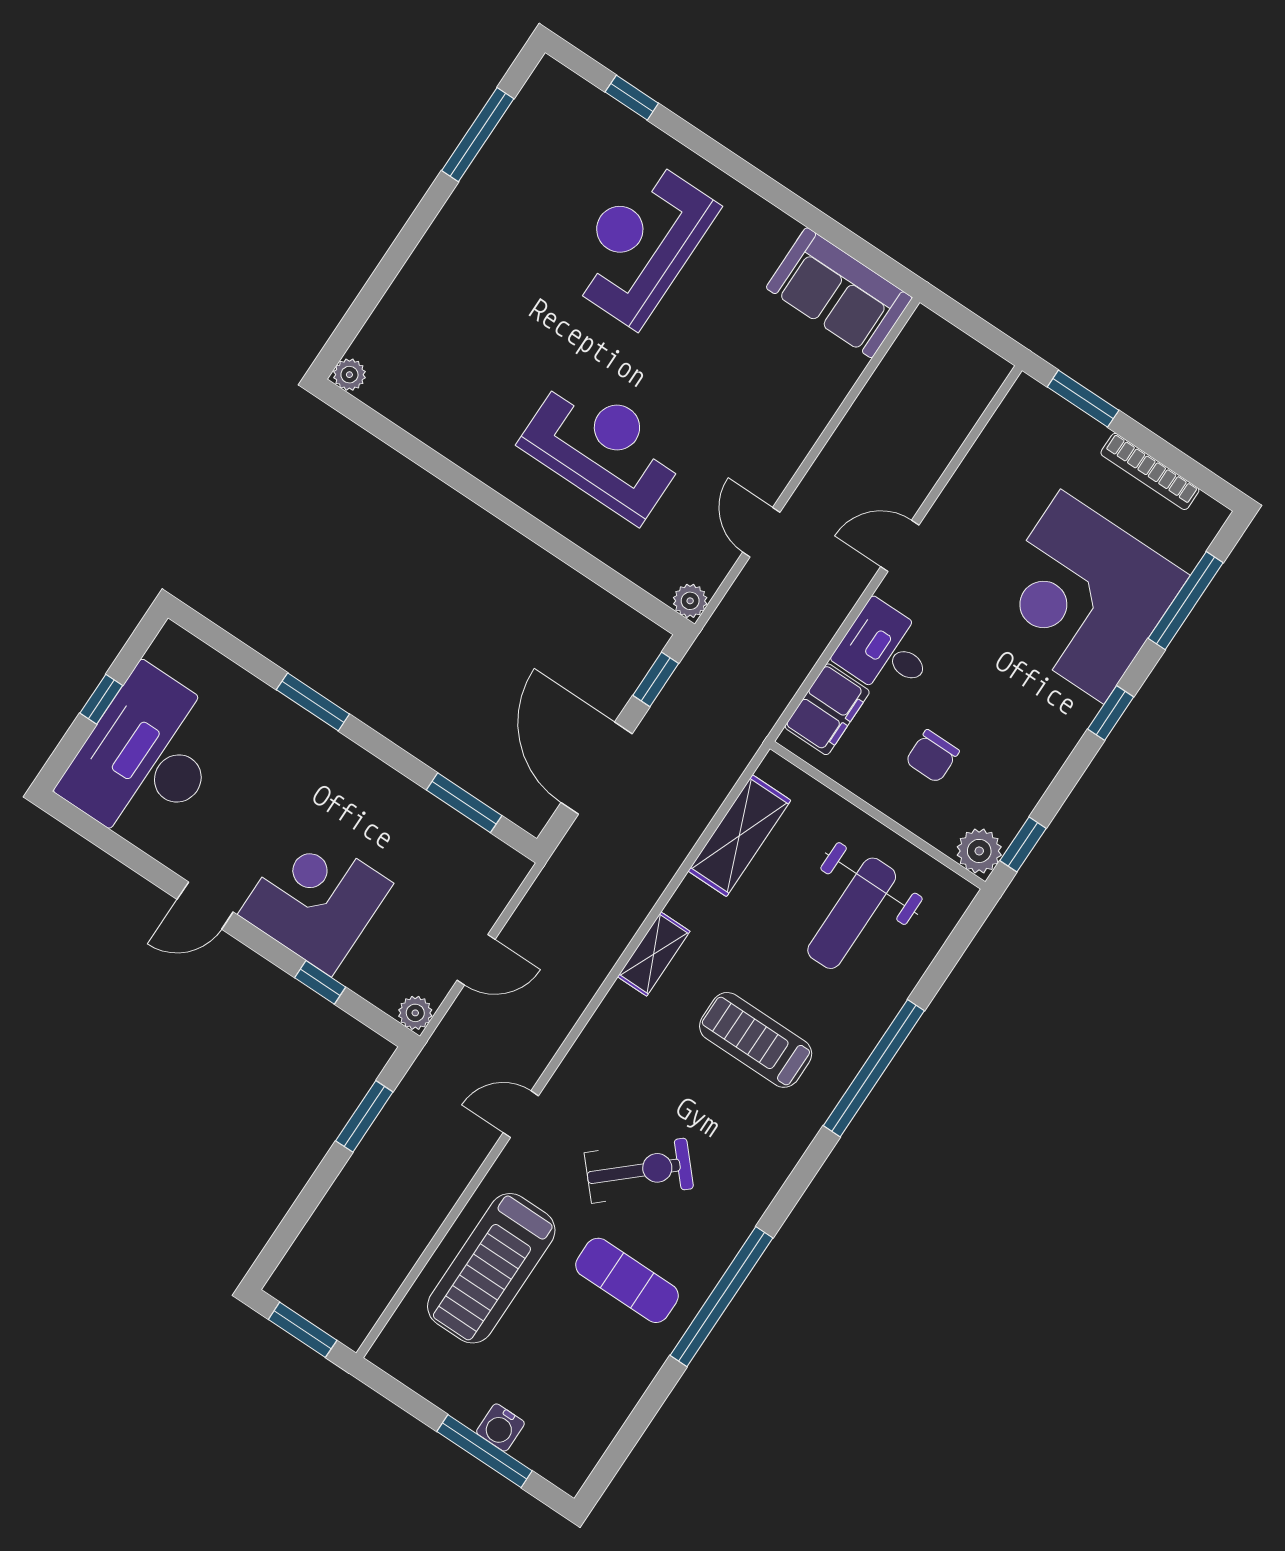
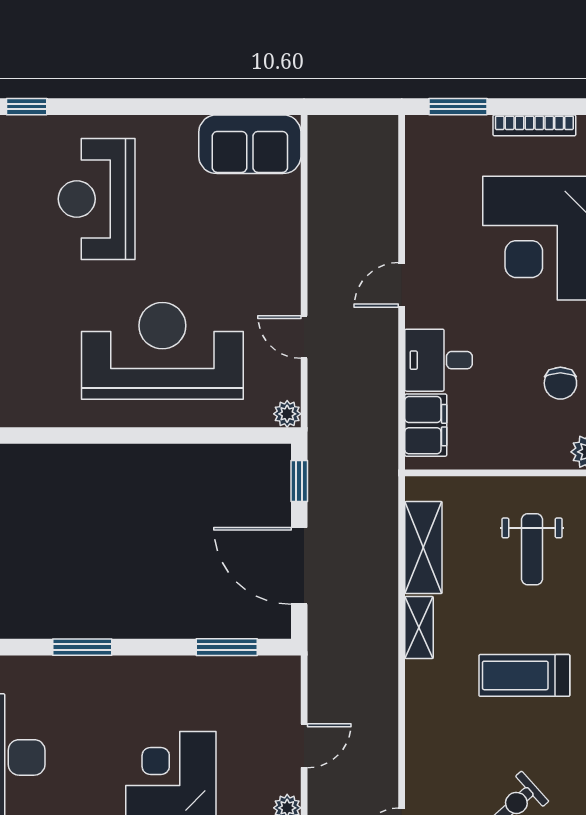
reception desk: (603, 448) -> (162, 351), width x1.36, depth x1.30
chair: (932, 756) -> (560, 383), moved
weight bench: (852, 913) -> (532, 549), width x0.73, depth x0.75
shelving: (654, 954) -> (419, 628), moved

